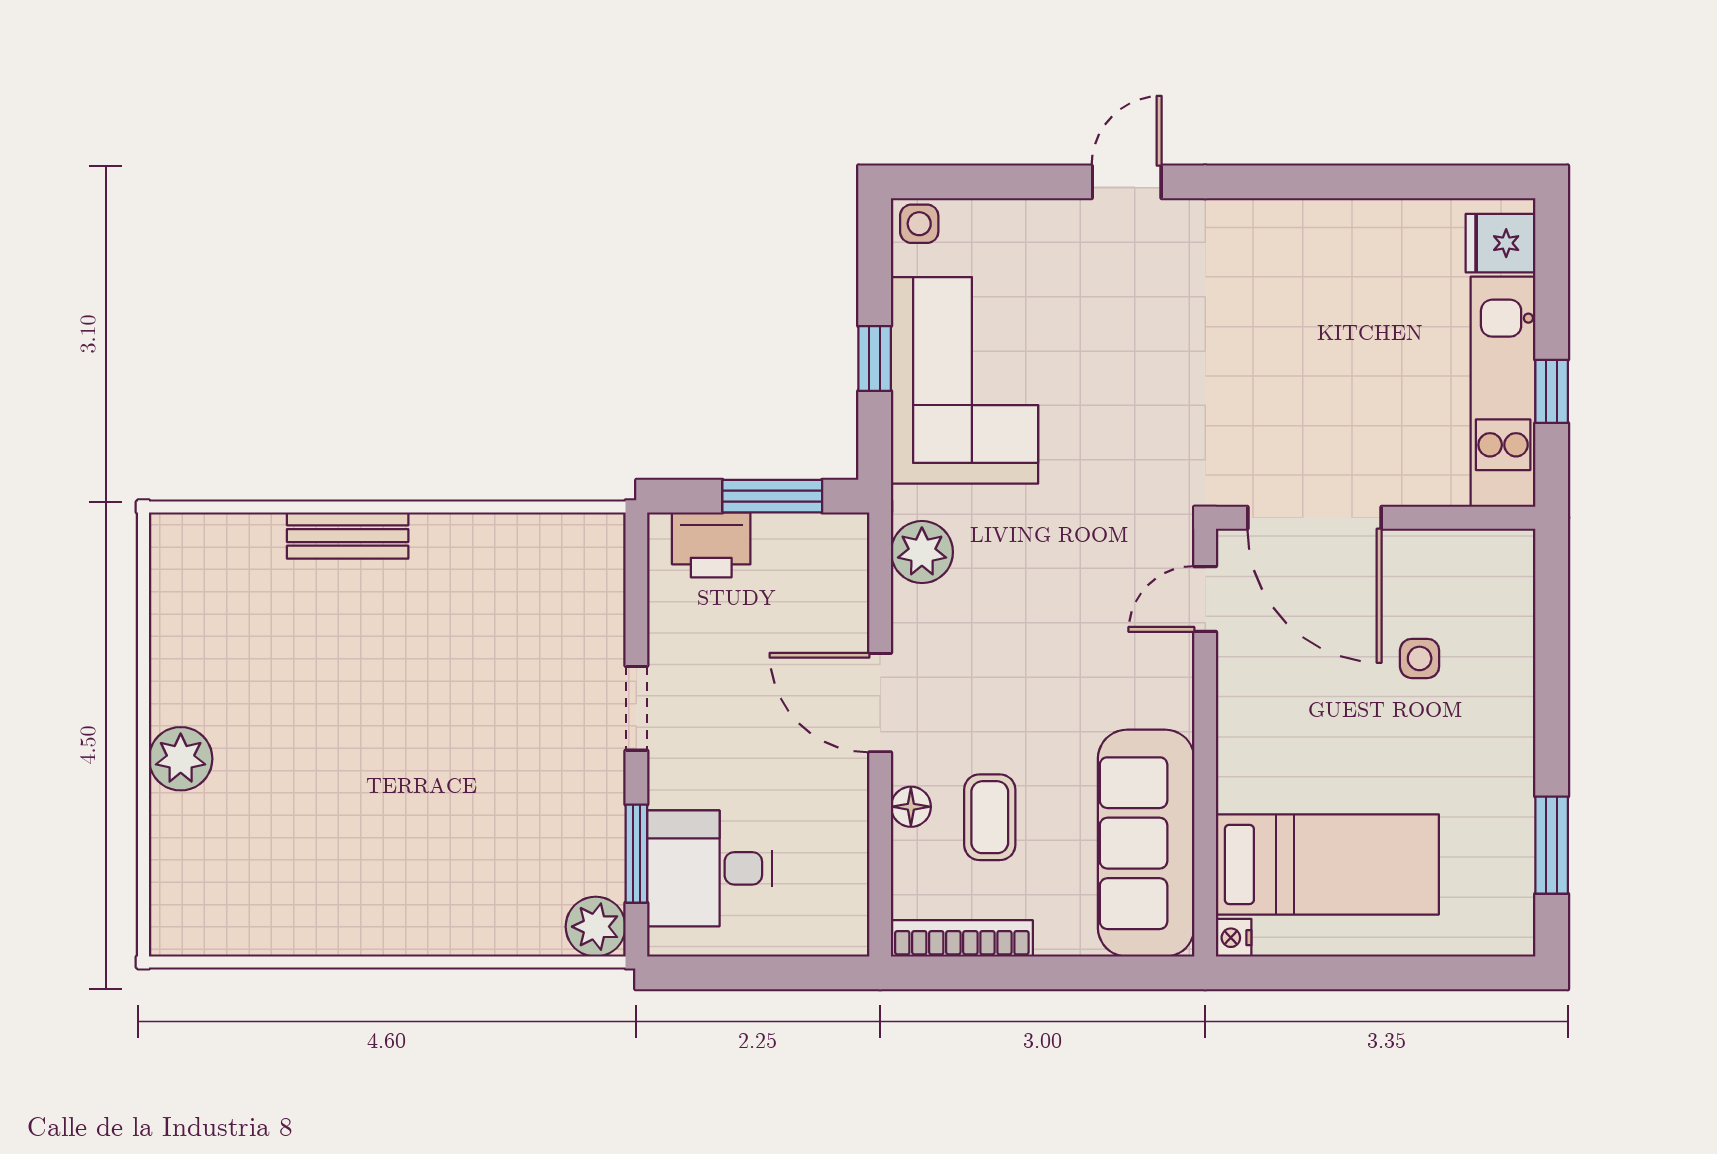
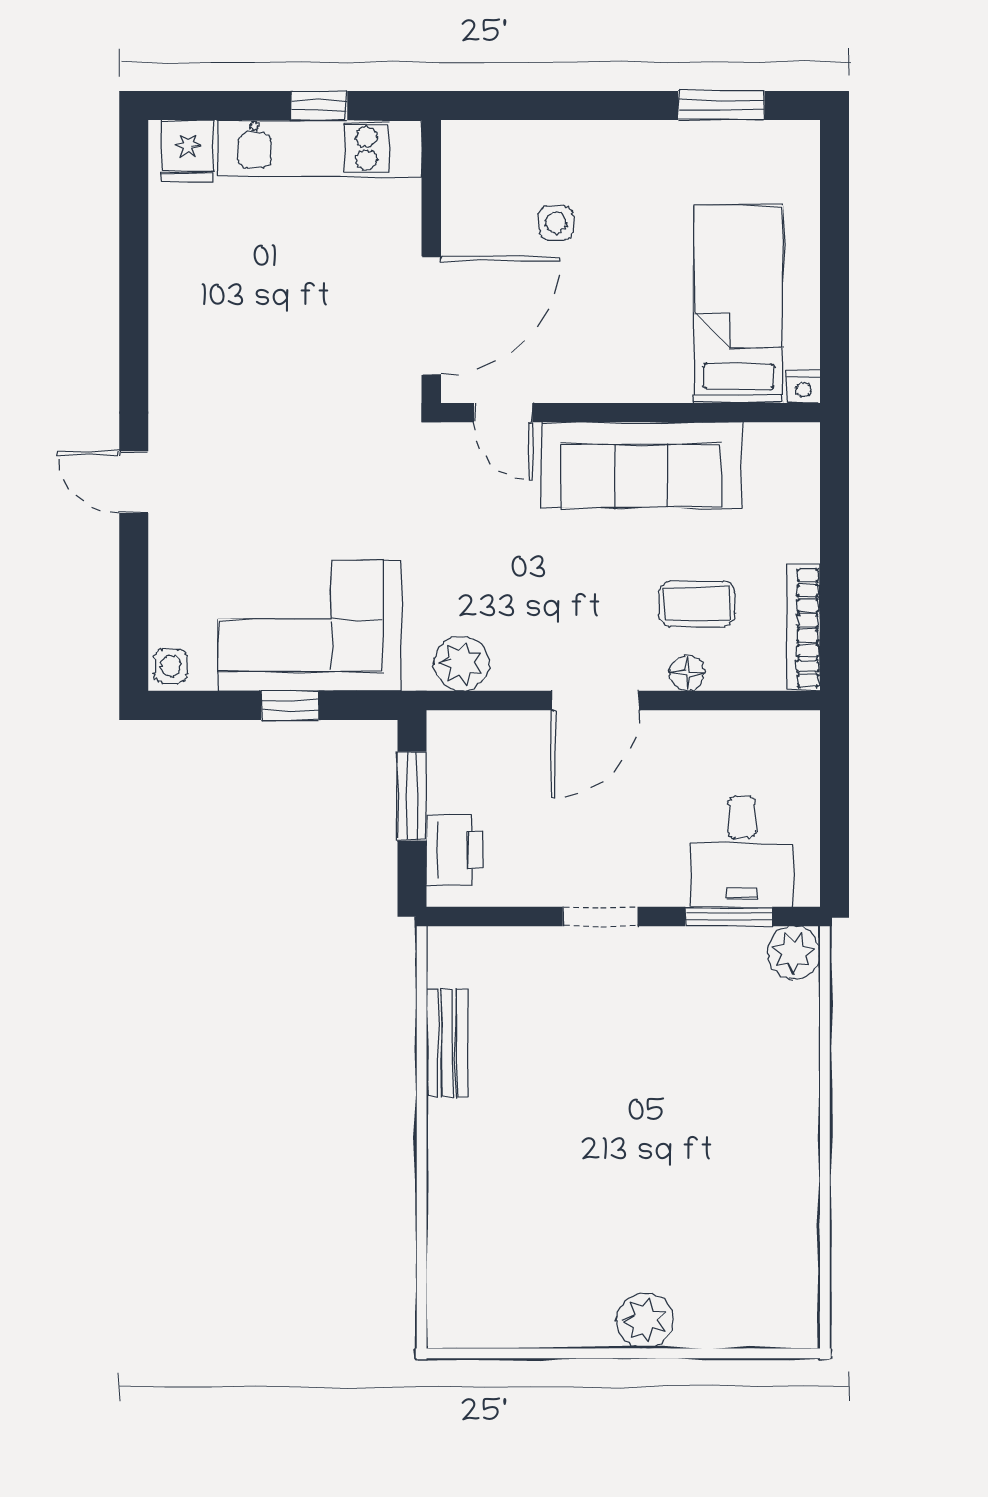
bench: (348, 536) -> (447, 1043), moved
sofa: (1146, 843) -> (641, 465), moved

